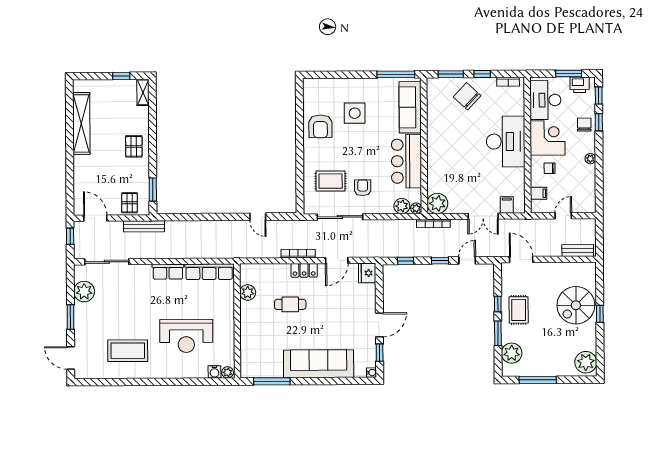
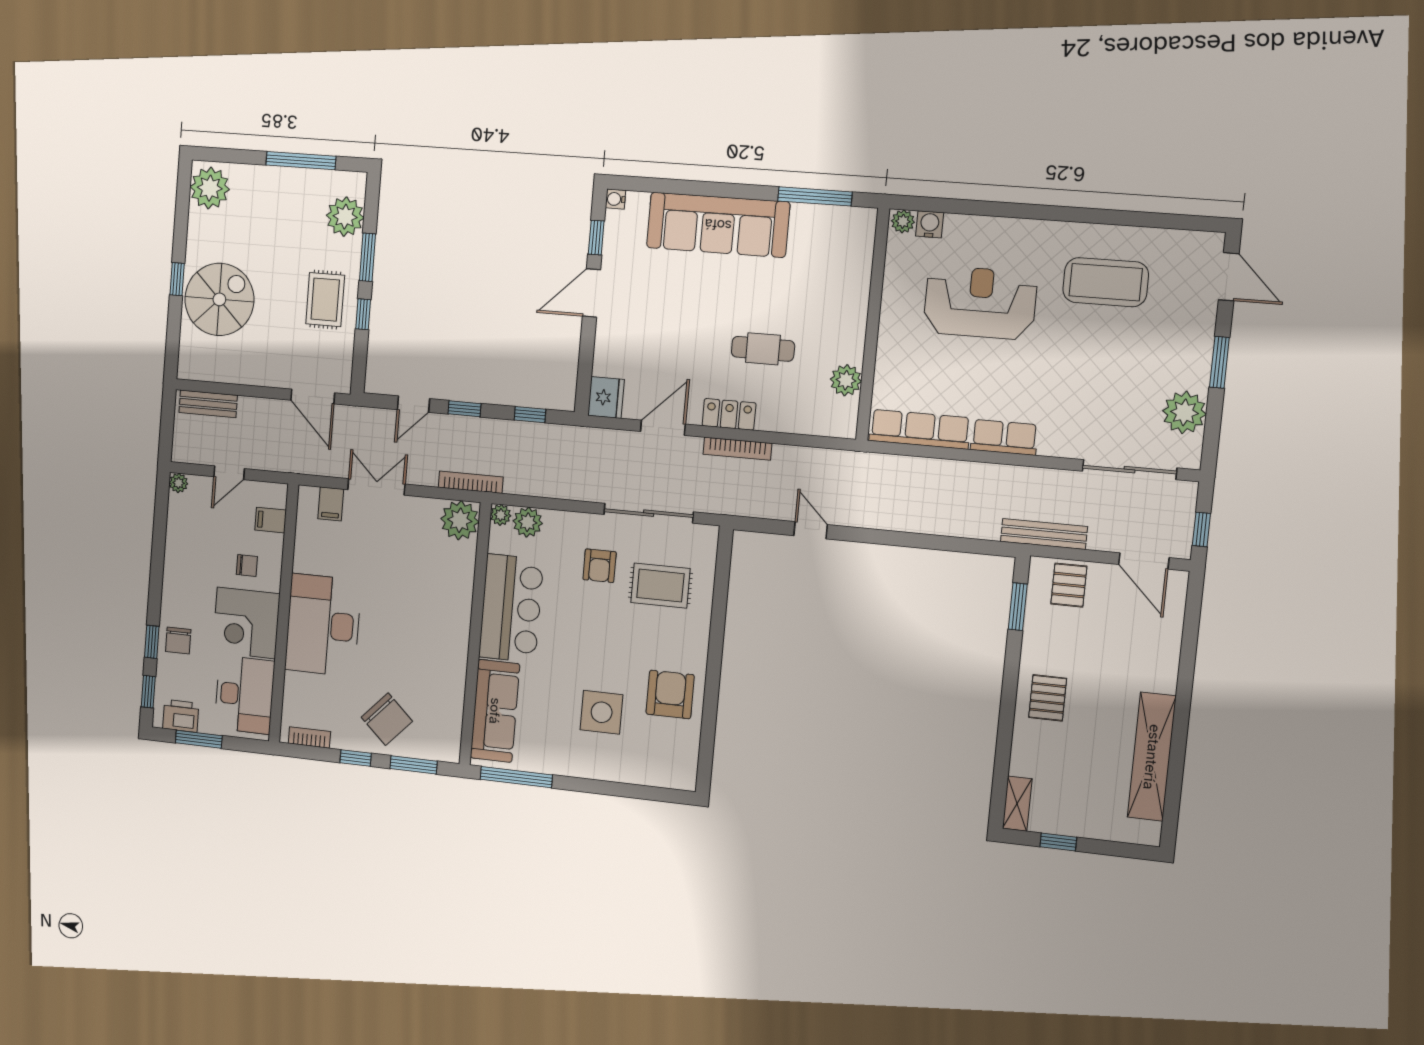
plant: (590, 159) -> (179, 483), moved

